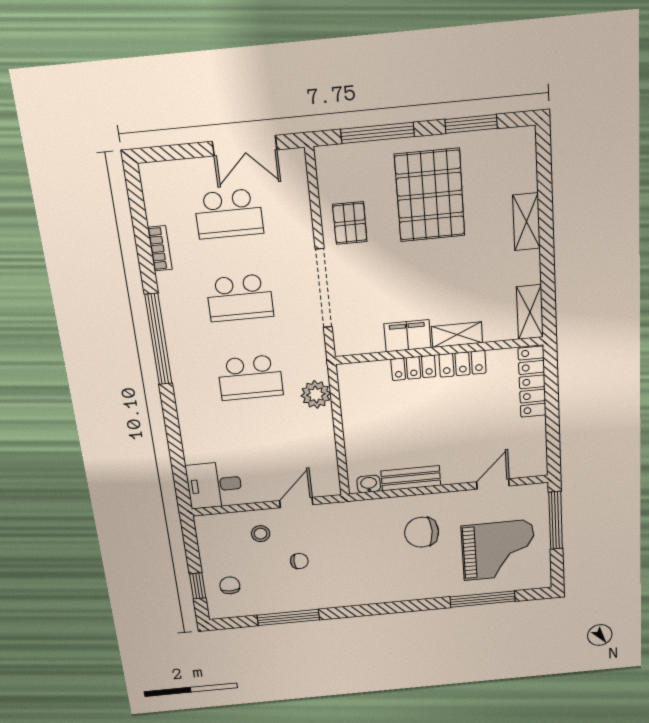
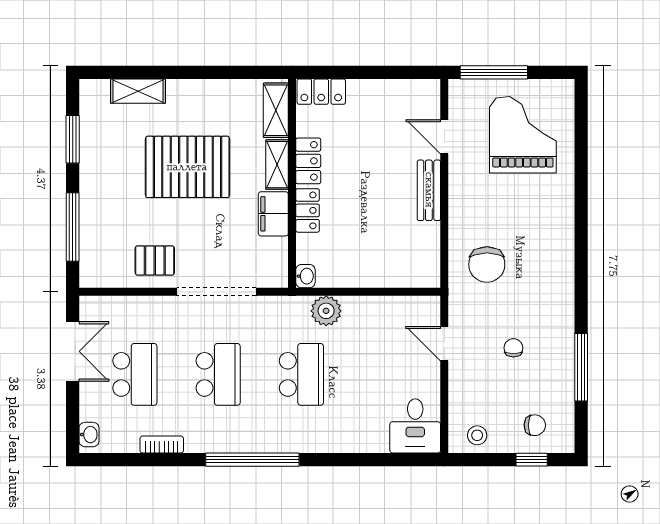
washbasin: (159, 172) -> (89, 435), added
pallet: (430, 195) -> (187, 167), moved
shelving: (526, 222) -> (138, 91), moved
shelving: (530, 312) -> (276, 110), moved, turned 90
locker: (532, 382) -> (321, 92), width x0.66
bench: (411, 478) -> (429, 190), moved
washbasin: (369, 484) -> (305, 276), moved, turned 180
chair: (422, 532) -> (487, 264), moved
stool: (261, 534) -> (477, 435), moved
chair: (230, 585) -> (535, 425), turned 180
window: (483, 599) -> (581, 155), removed

